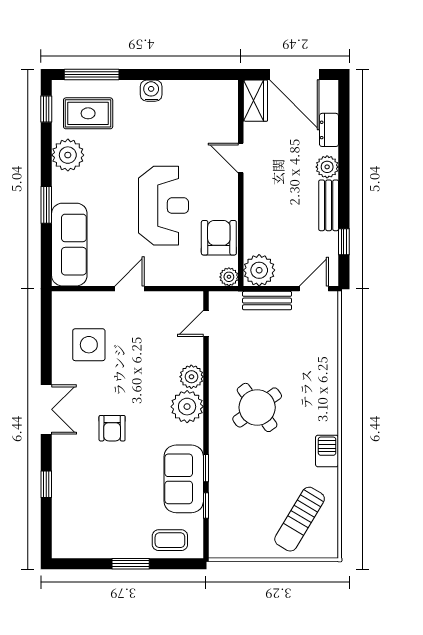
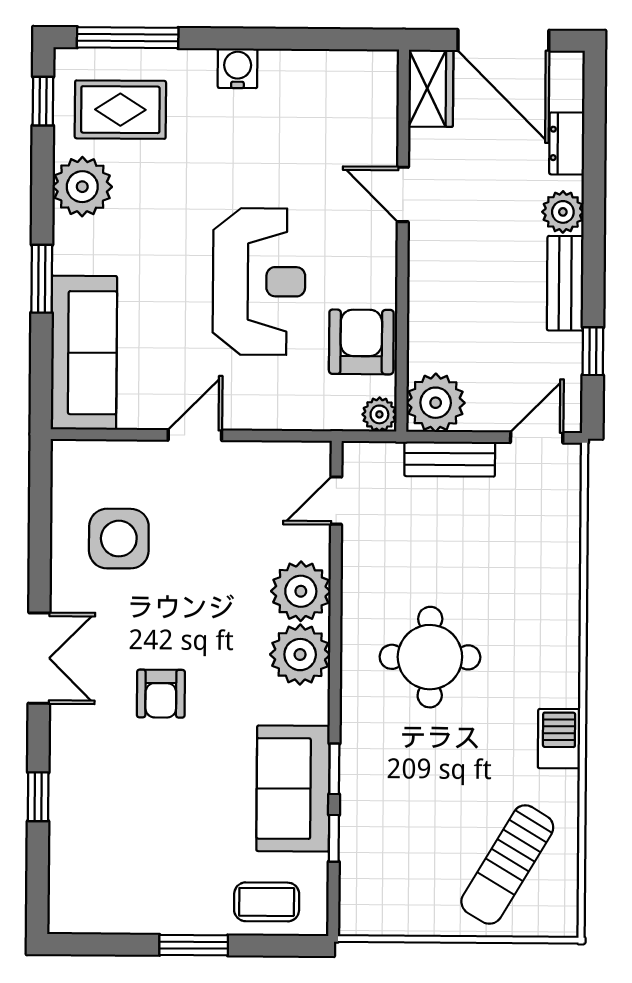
plant: (191, 377) -> (301, 591), width x1.36, depth x1.36
round table: (257, 407) -> (430, 657), turned 36

